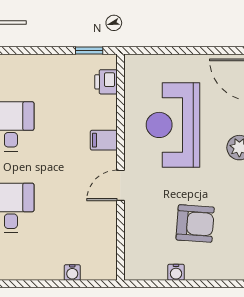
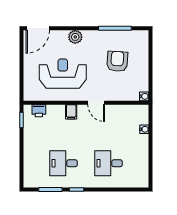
reception desk: (173, 125) -> (63, 74), turned 180
water cooler: (176, 272) -> (144, 96), moved

